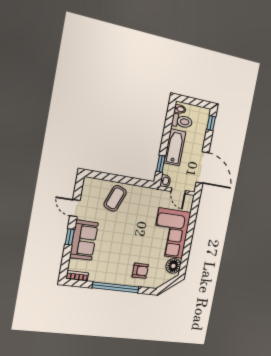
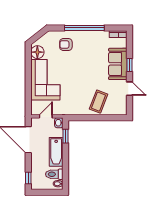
door: (178, 191) -> (46, 116), hinge flipped

